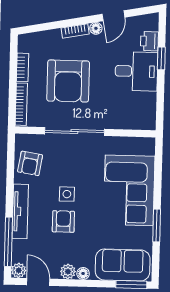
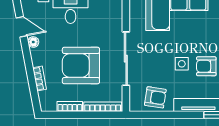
bookcase: (75, 31) -> (40, 79), moved
armchair: (68, 81) -> (81, 66), turned 180

